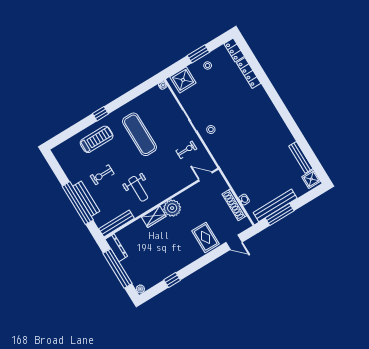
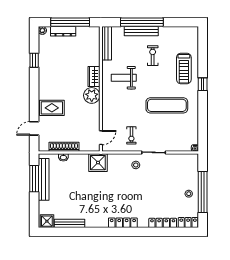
window: (198, 54) -> (203, 192), width x2.11
shower: (183, 80) -> (98, 163), moved
locker: (271, 109) -> (123, 223), added
dresser: (116, 248) -> (63, 31), moved

